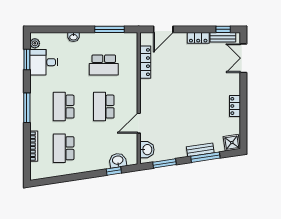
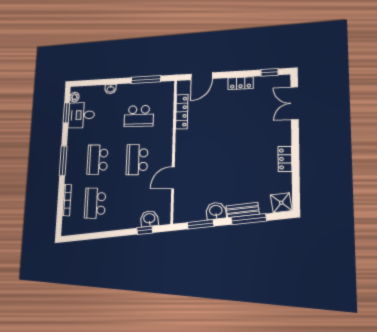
bench: (223, 37) -> (269, 81), removed
washbasin: (147, 150) -> (216, 211), moved, turned -99

